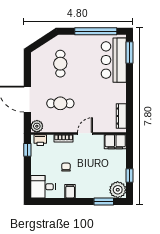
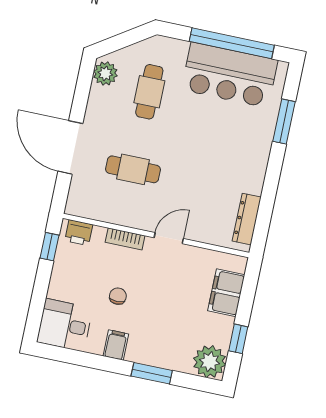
window: (129, 53) -> (284, 122), moved
bar counter: (114, 60) -> (229, 75), moved, turned -90
plant: (37, 126) -> (105, 73), moved
filing cabinet: (115, 142) -> (226, 293), moved, turned 90
window: (104, 201) -> (152, 373), moved

